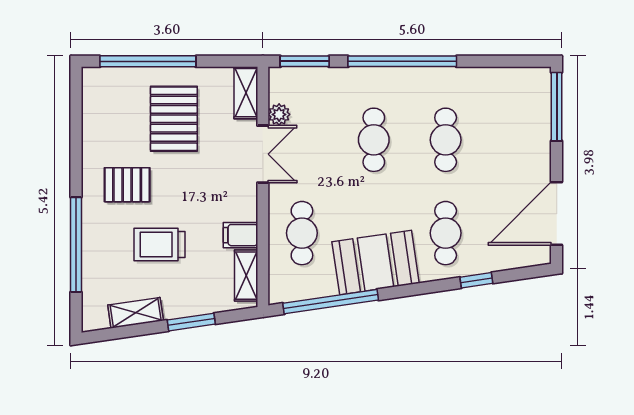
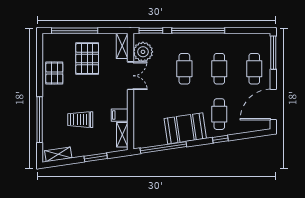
plant: (279, 114) -> (143, 52), width x1.88, depth x1.88
pallet: (127, 185) -> (54, 73), moved, turned 90
cafe table: (302, 233) -> (254, 69), moved
window: (476, 280) -> (220, 139), moved
shelving: (136, 313) -> (58, 154), moved

